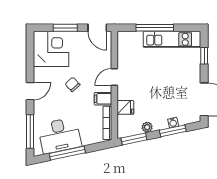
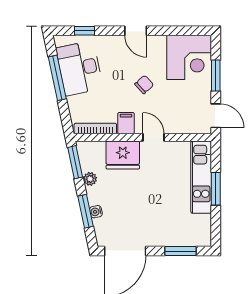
door: (97, 28) -> (216, 116), swing flipped
window: (155, 28) -> (216, 189), width x0.69
kitchen unit: (172, 39) -> (201, 177), moved
window: (204, 56) -> (180, 251), width x1.50
fridge: (125, 107) -> (123, 155), width x1.88, depth x1.34
window: (30, 131) -> (85, 31), width x0.46

